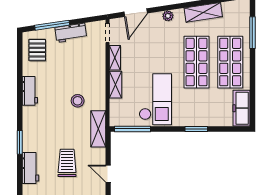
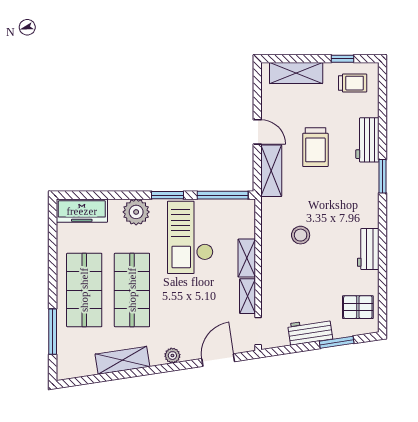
window: (52, 25) -> (337, 342), width x0.69
pallet: (37, 50) -> (358, 307), turned 90
freezer: (241, 108) -> (82, 211), moved, turned 90
plant: (194, 117) -> (136, 212), added
shelving: (98, 129) -> (271, 171), moved
window: (196, 129) -> (168, 195), moved

